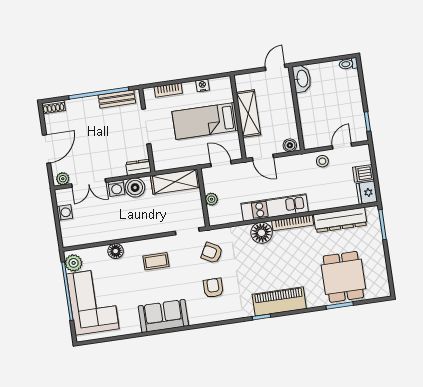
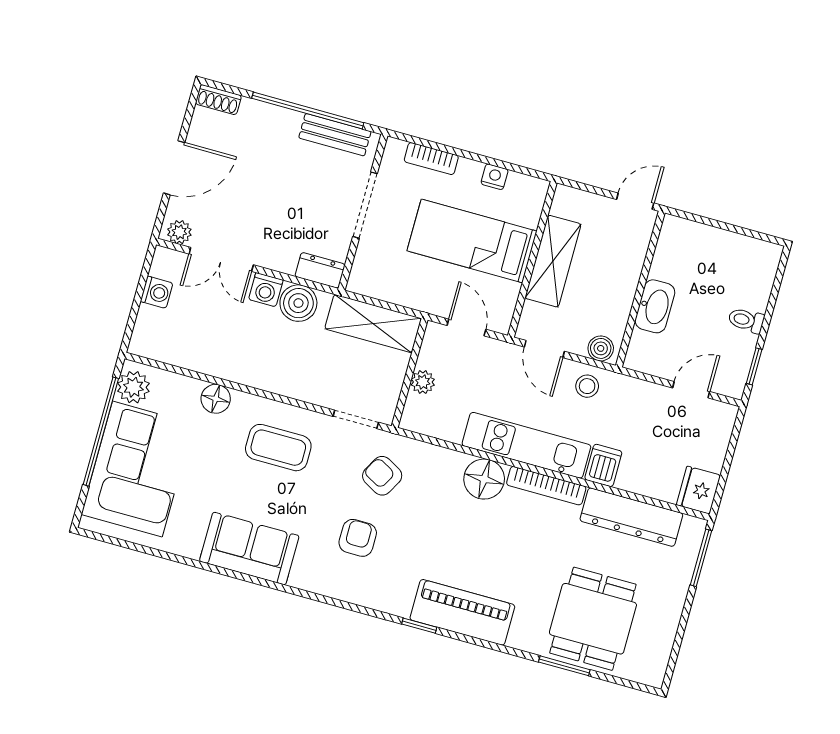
toilet: (348, 64) -> (746, 320), moved
washbasin: (302, 79) -> (655, 306), moved
stool: (322, 161) -> (587, 386), moved
dishwasher: (363, 173) -> (603, 465), moved, turned 90
coffee table: (156, 261) -> (278, 448), width x1.36, depth x1.30

